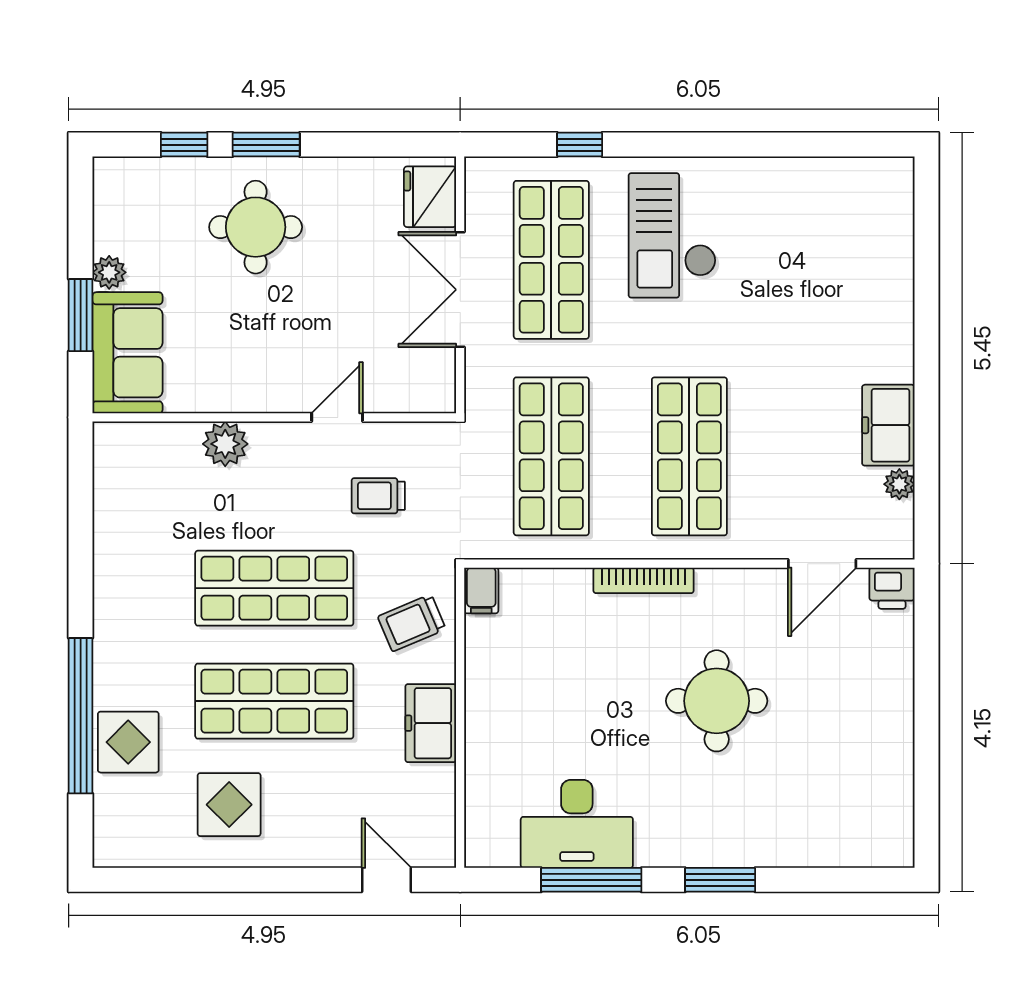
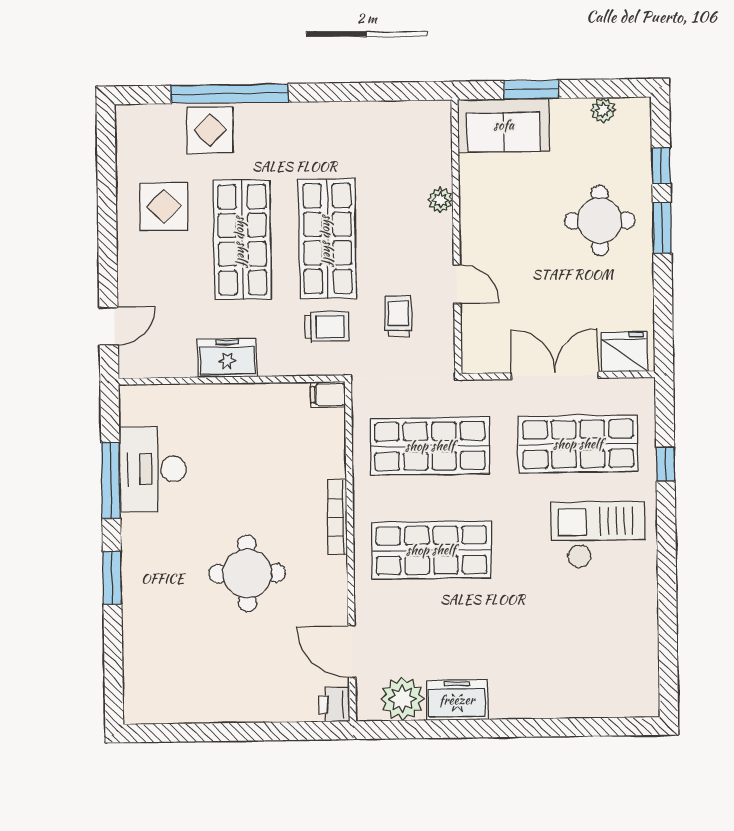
plant: (109, 272) -> (603, 110), moved
plant: (225, 444) -> (440, 200), width x0.73, depth x0.73
plant: (899, 484) -> (402, 699), width x1.88, depth x1.88
trolley: (412, 623) -> (327, 327), moved, turned 113

